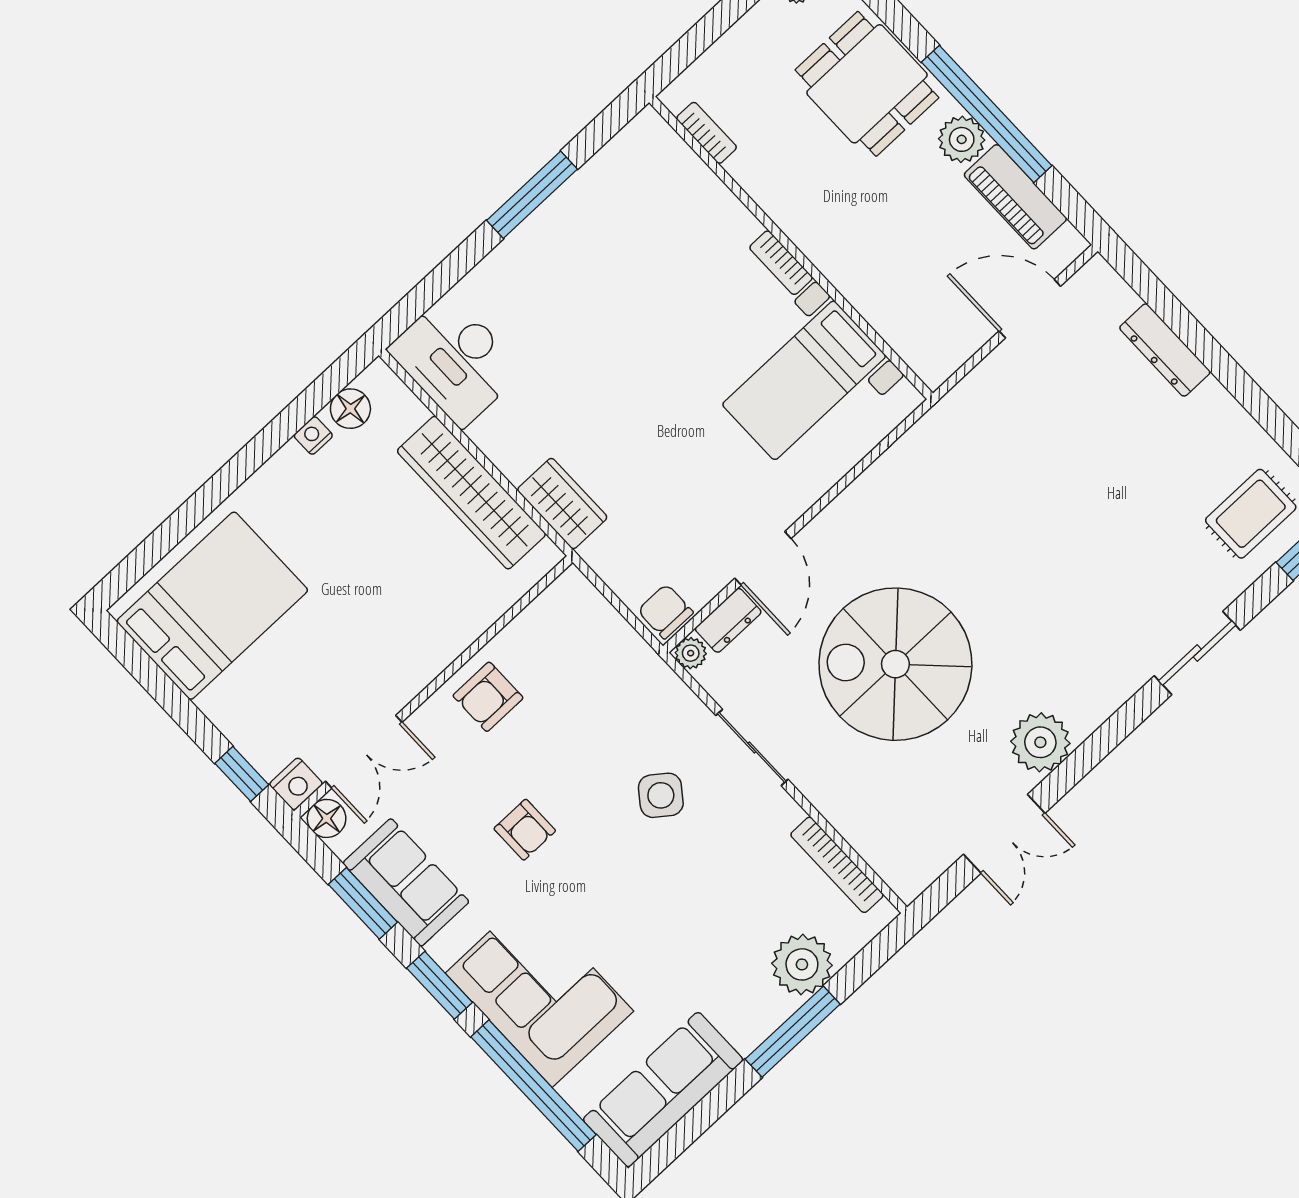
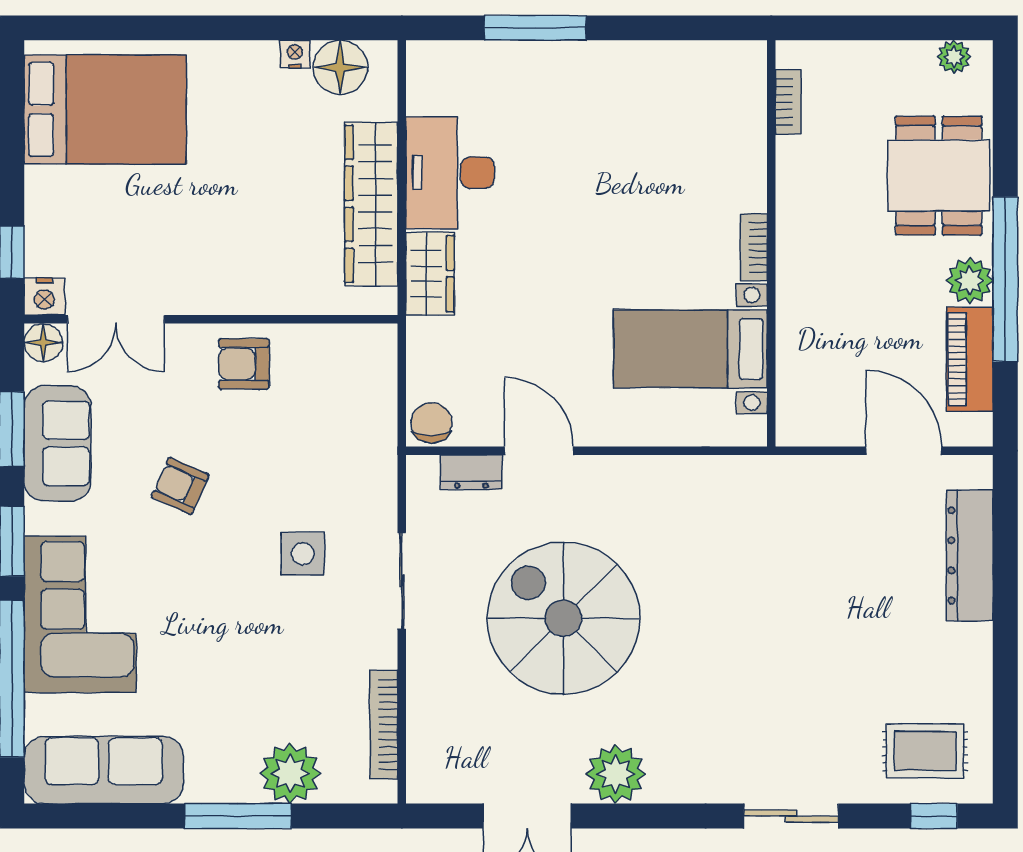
window: (532, 195) -> (535, 28), moved
dresser: (1165, 350) -> (970, 555), width x1.37, depth x1.24
desk: (456, 360) -> (450, 173), moved
floor lamp: (350, 409) -> (340, 67), width x1.38, depth x1.38
door: (763, 558) -> (539, 451), swing flipped
plant: (691, 653) -> (422, 470), removed
side table: (661, 795) -> (303, 554), turned -37
armchair: (525, 830) -> (180, 486), turned 114

